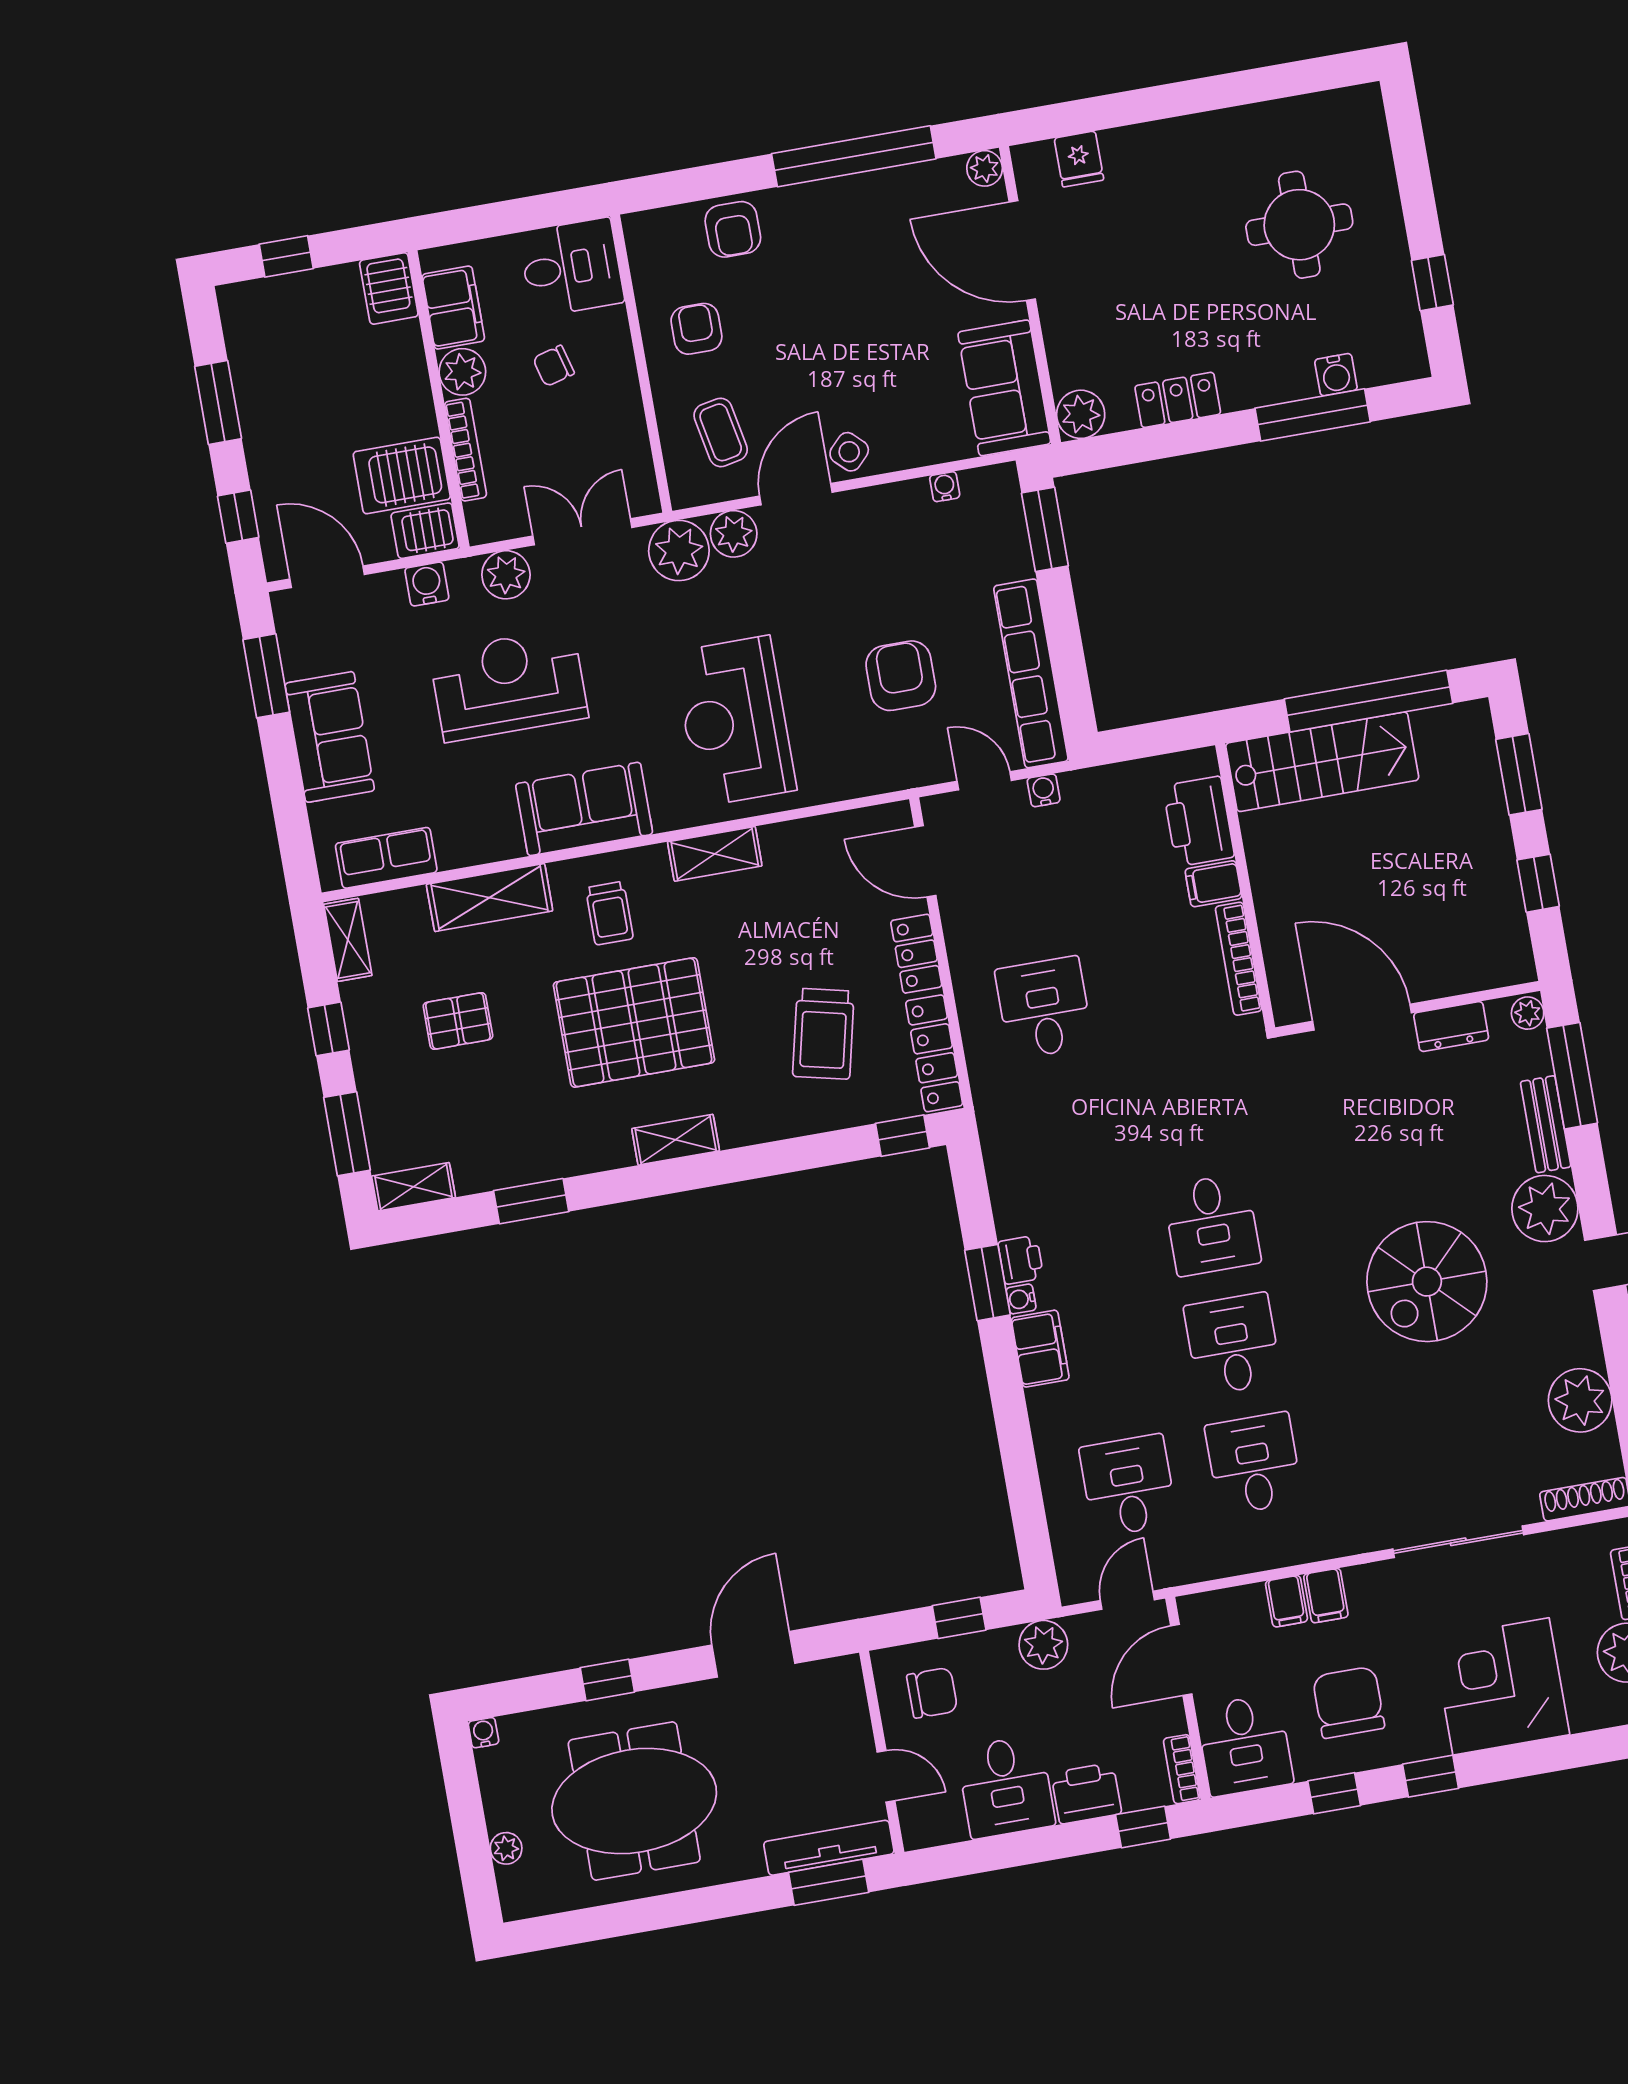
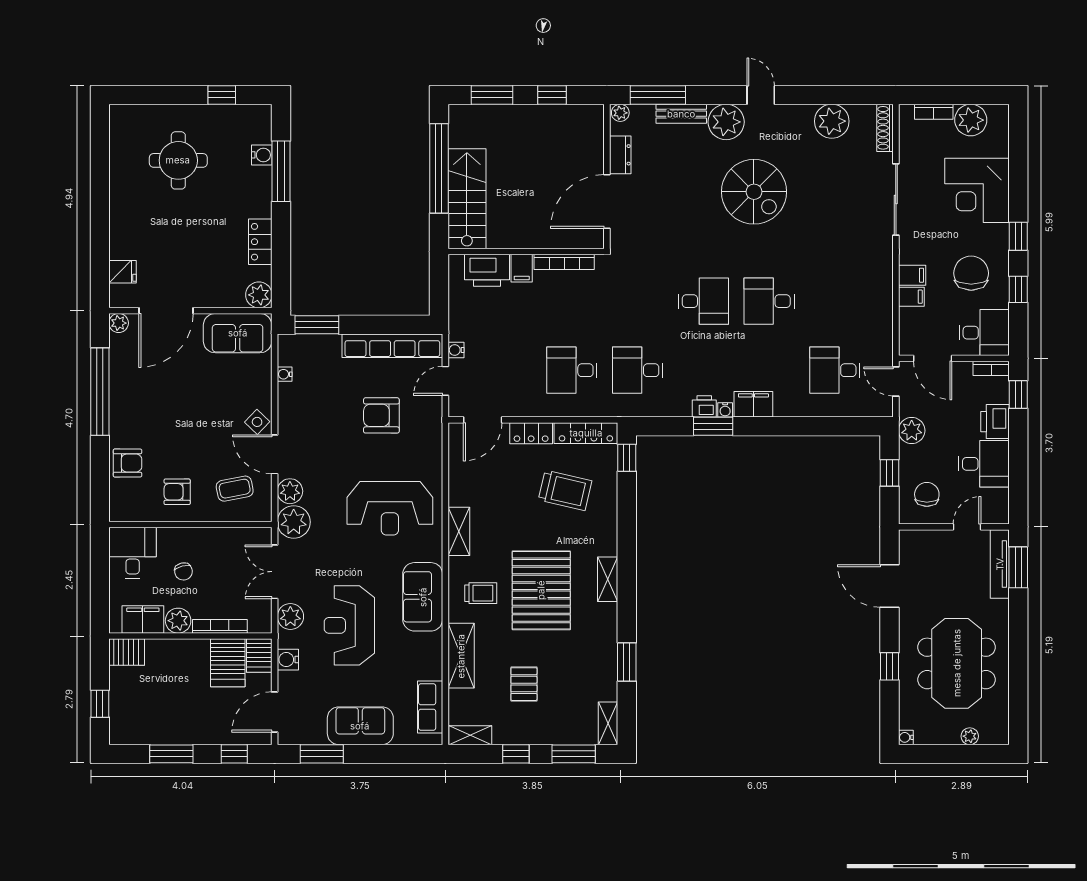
desk: (1254, 1464) -> (638, 370), moved
chair: (1349, 1702) -> (971, 273), turned 90

